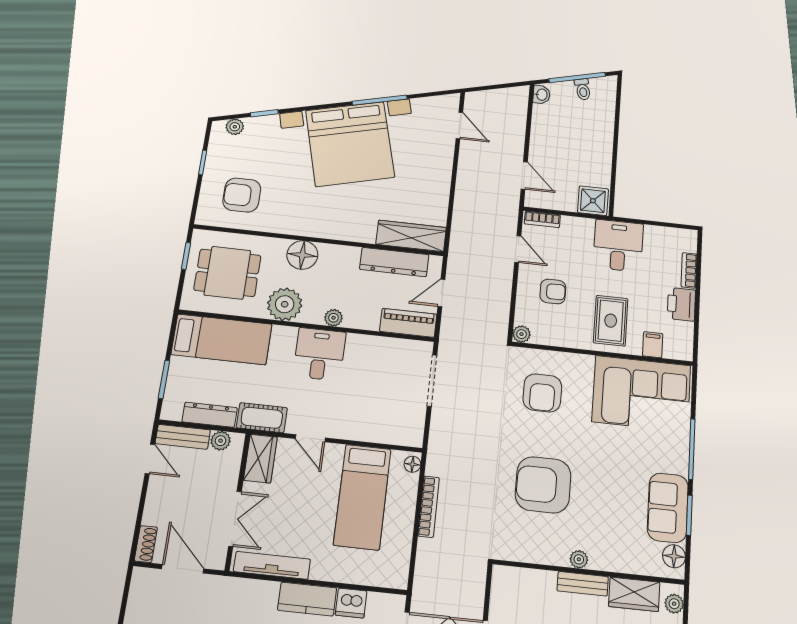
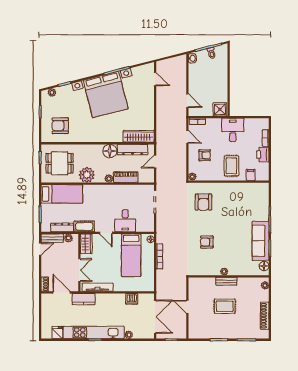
floor lamp: (302, 255) -> (110, 151), moved
piano: (408, 323) -> (126, 177), moved
desk: (319, 354) -> (125, 221), moved, turned 180
corner sofa: (641, 394) -> (247, 198), removed
door: (150, 459) -> (40, 249), hinge flipped
armchair: (543, 485) -> (207, 242), width x0.53, depth x0.53
sofa: (668, 508) -> (261, 241), width x1.36
wardrobe: (634, 594) -> (248, 283), removed
kitchen counter: (307, 599) -> (84, 299), moved

